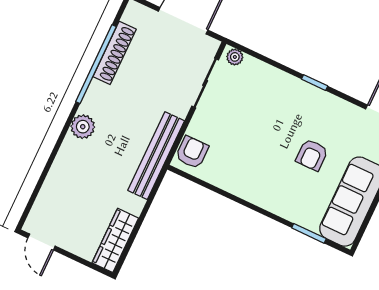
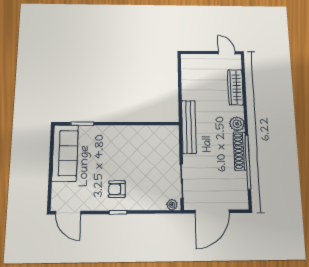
shoe rack: (115, 53) -> (240, 151), moved
armchair: (192, 152) -> (170, 138), removed
armchair: (312, 155) -> (117, 189), moved, turned -90
wardrobe: (115, 240) -> (236, 87), moved, turned 180

